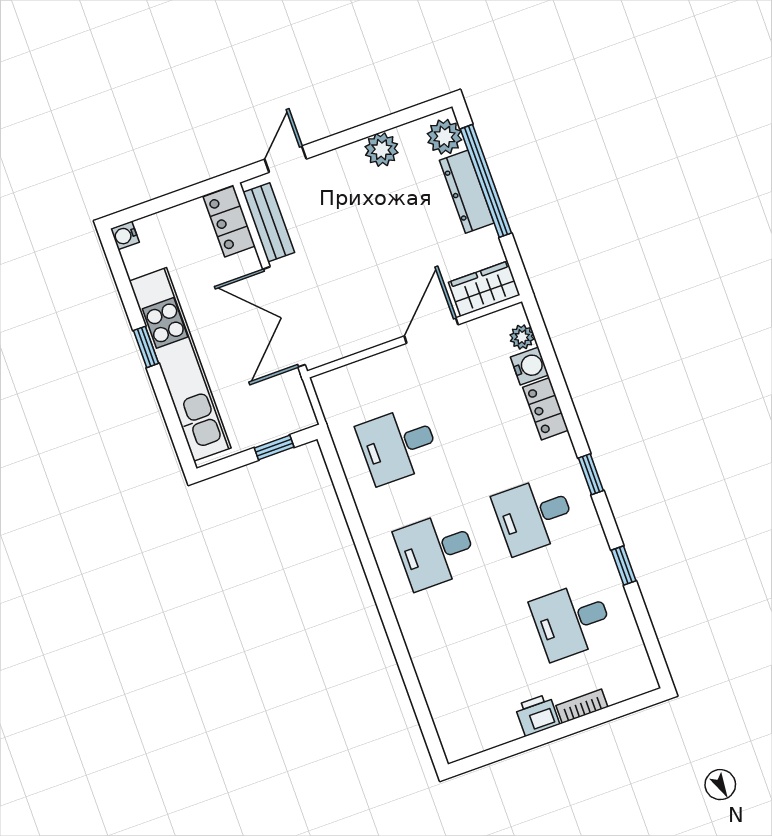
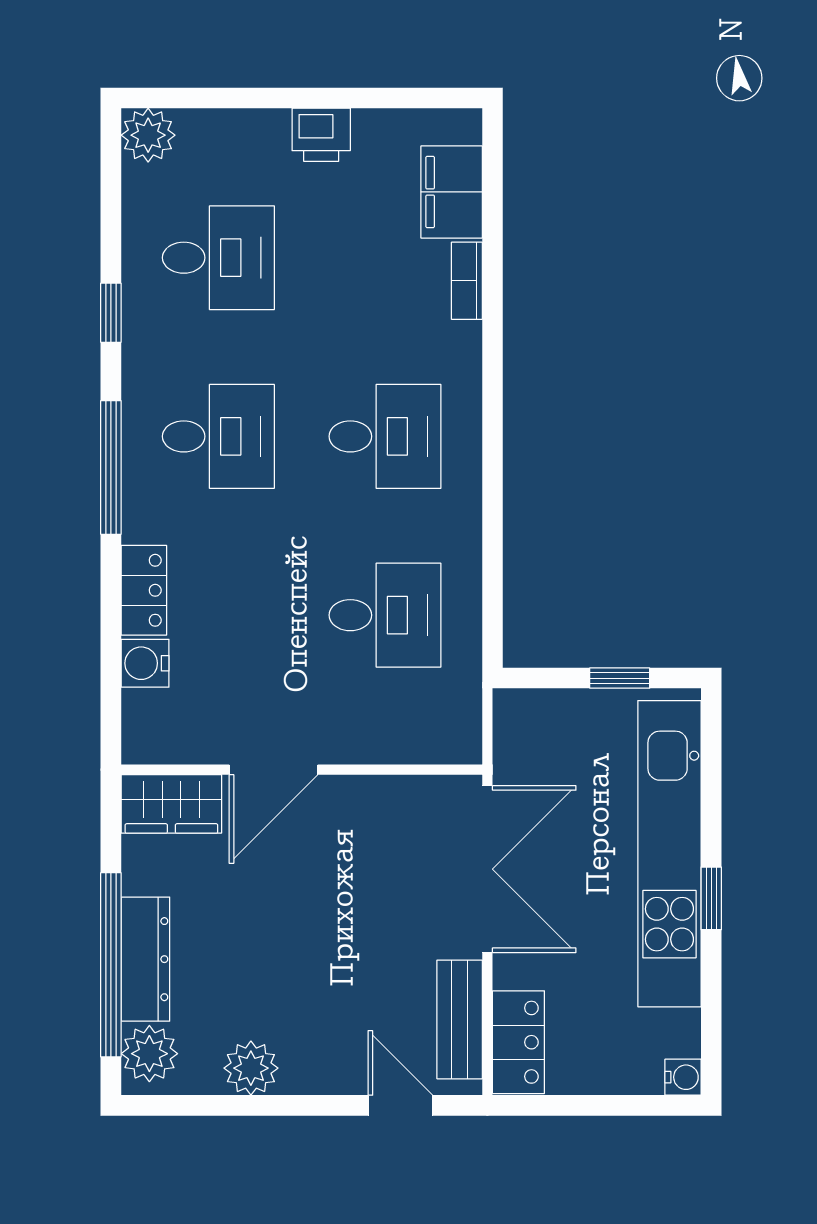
door: (286, 159) -> (400, 1105), swing flipped
plant: (522, 337) -> (148, 135), moved, width x1.38, depth x1.38
window: (274, 448) -> (620, 678), moved
window: (591, 474) -> (111, 467), width x2.17
bookcase: (582, 706) -> (467, 281), moved, turned 90
filing cabinet: (448, 709) -> (452, 192), added

